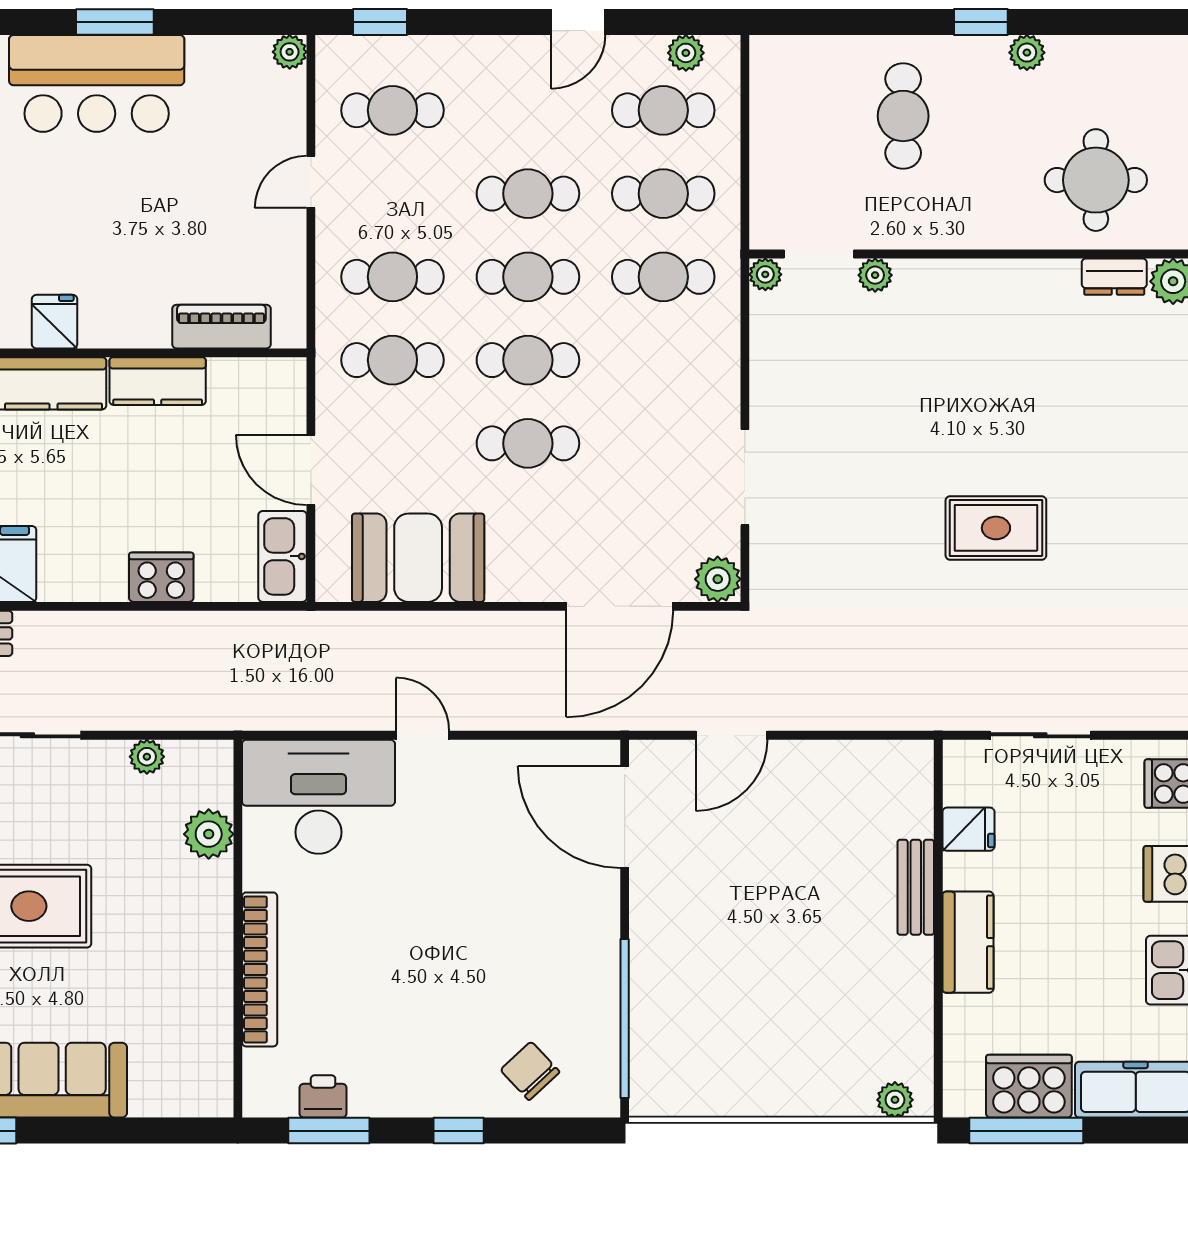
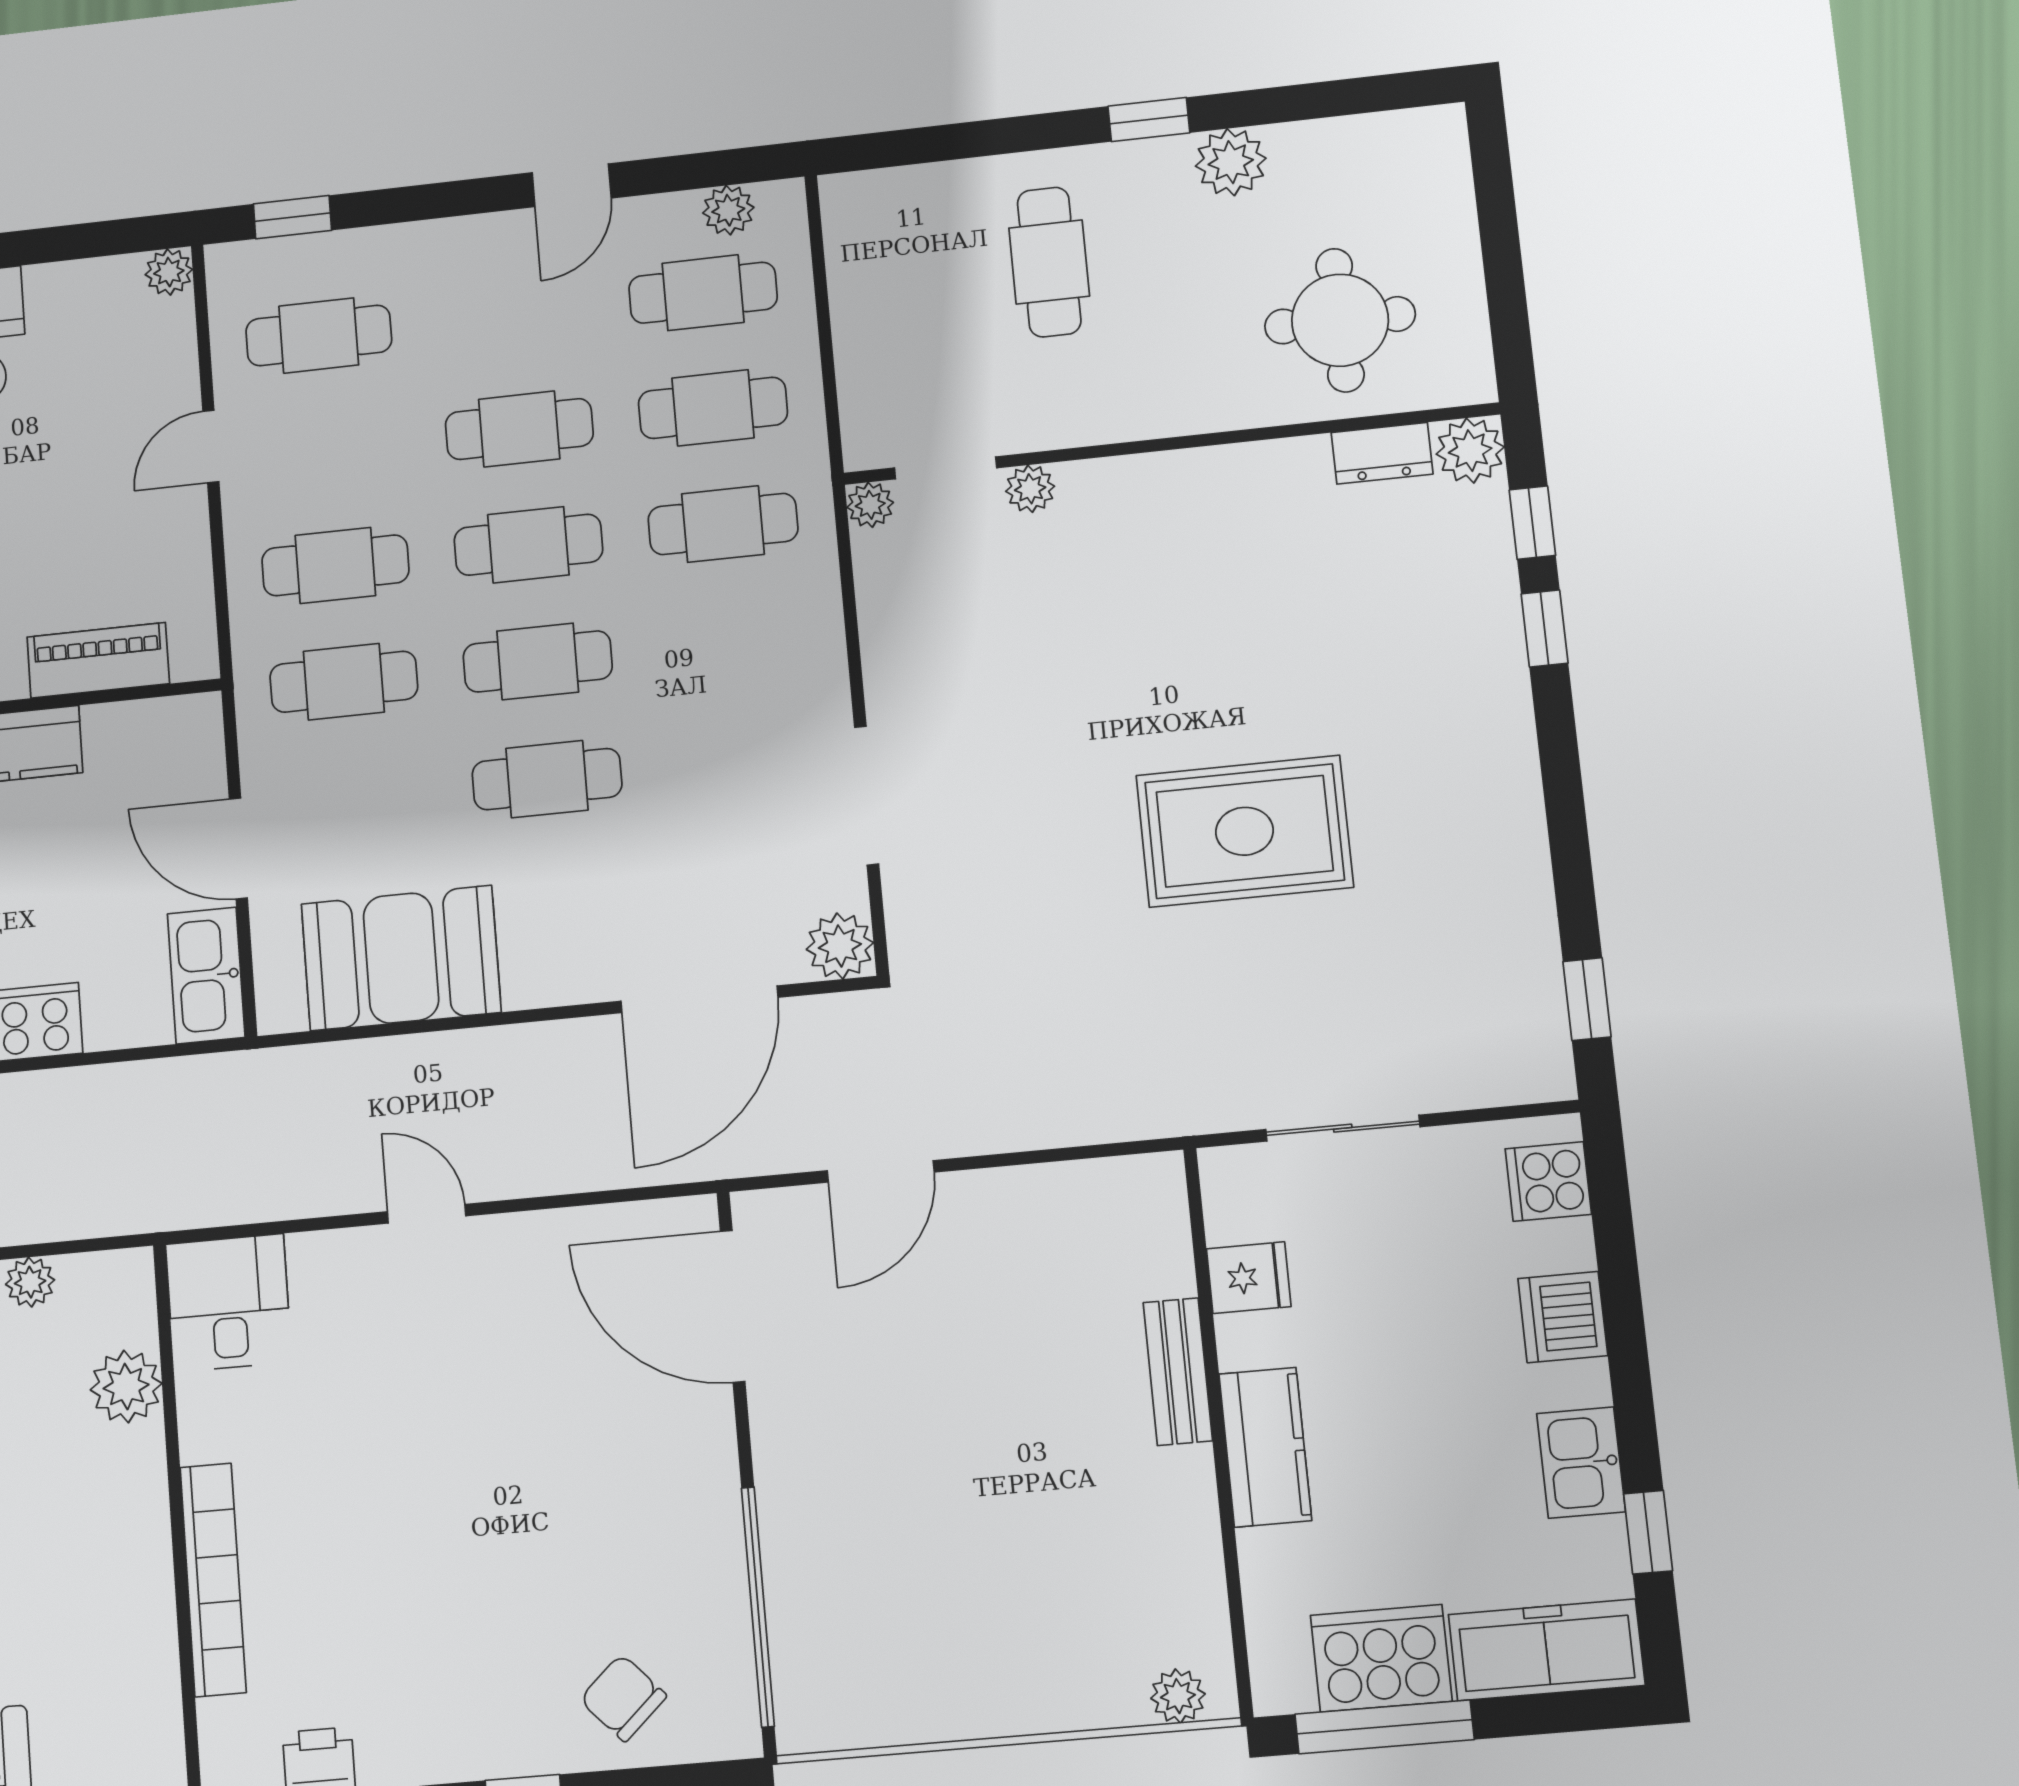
plant: (1027, 53) -> (1231, 162), width x1.38, depth x1.38
rug: (996, 528) -> (1245, 831), width x1.36, depth x1.43
desk: (318, 797) -> (229, 1303), width x0.53, depth x0.77

